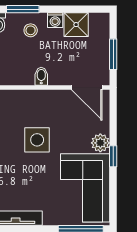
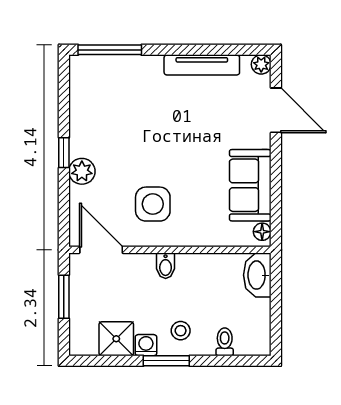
window: (23, 9) -> (166, 361), moved
side table: (37, 140) -> (153, 204), moved
corner sofa: (85, 188) -> (103, 108), removed

